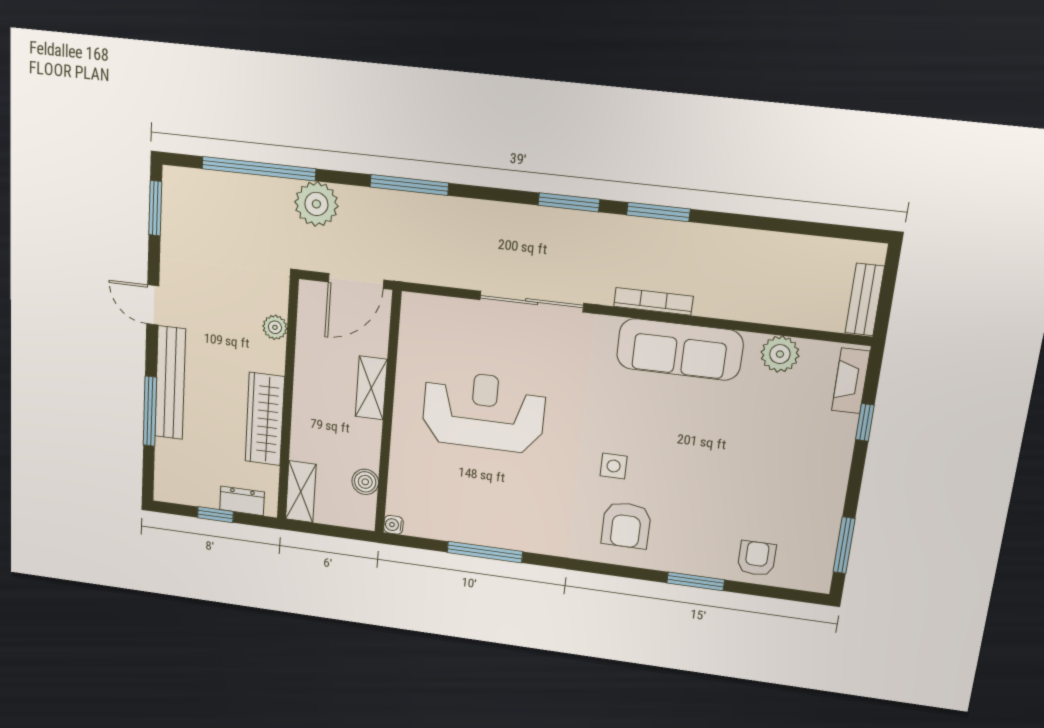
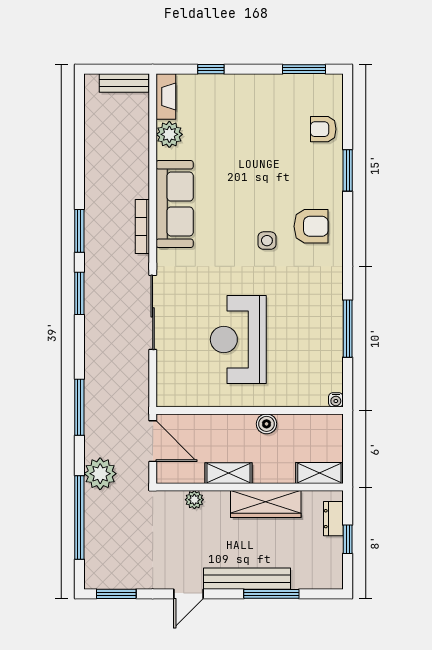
fireplace: (851, 381) -> (166, 97), moved, turned -90
shelving: (371, 388) -> (228, 473), moved
boiler: (365, 482) -> (267, 424), moved

